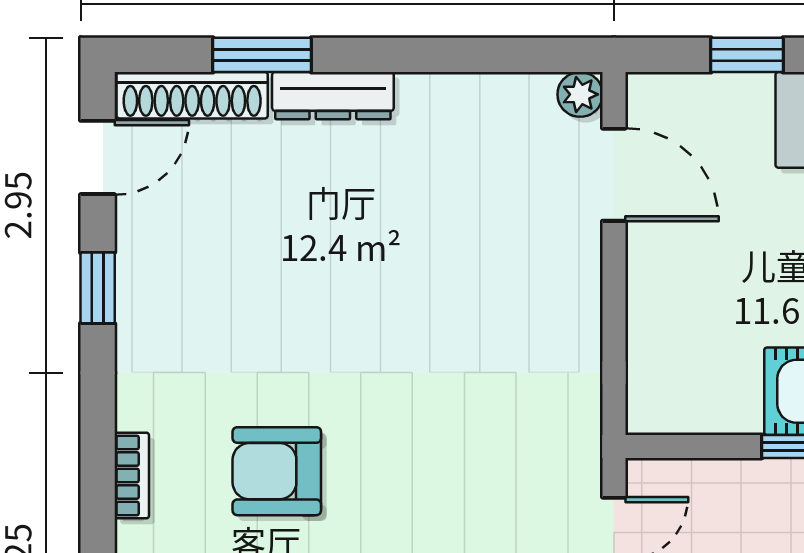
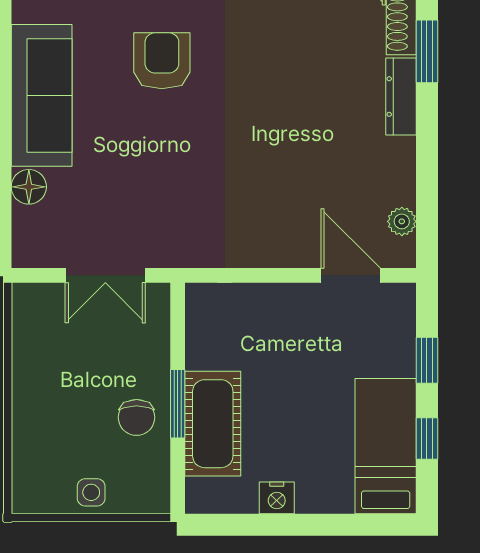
plant: (580, 94) -> (402, 221), moved
door: (614, 175) -> (351, 275), swing flipped

